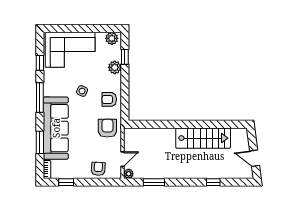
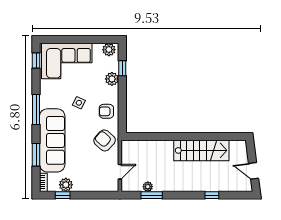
window: (40, 63) -> (36, 60), moved
armchair: (107, 128) -> (105, 140), turned -48
armchair: (98, 169) -> (95, 182), removed
plant: (69, 172) -> (66, 185), added
plant: (129, 174) -> (148, 187), moved

